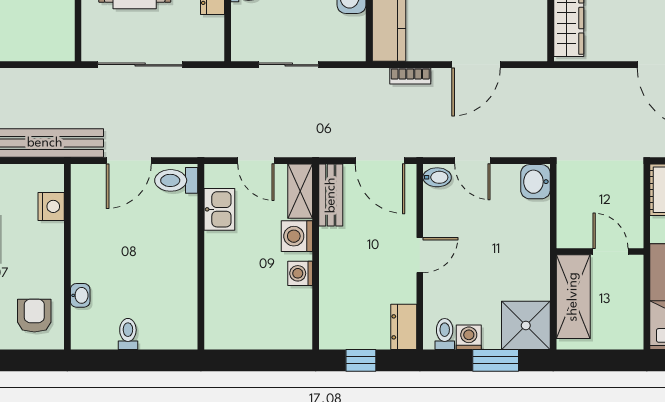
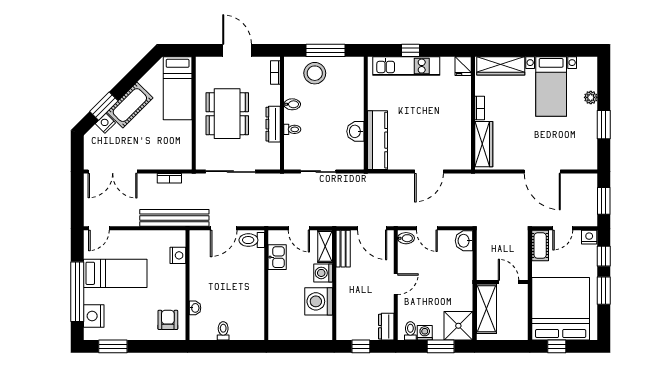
bookcase: (410, 76) -> (169, 178), moved
washing machine: (300, 273) -> (319, 301), width x1.89, depth x1.89

